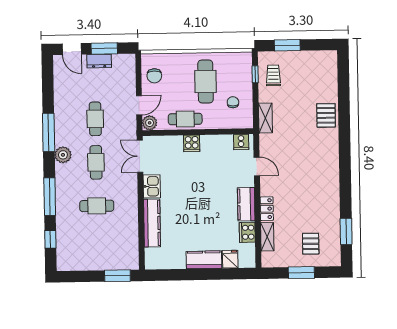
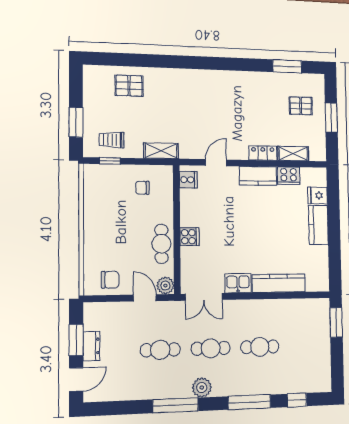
cafe table: (206, 81) -> (118, 219), removed
pallet: (326, 115) -> (129, 86), moved
cafe table: (97, 206) -> (260, 347), turned 90

